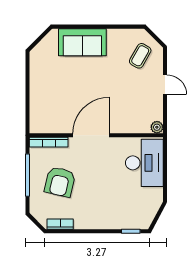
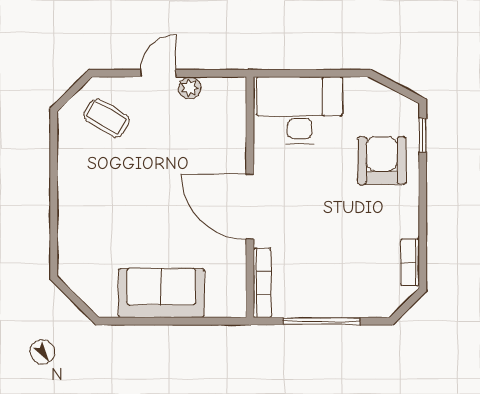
sofa: (82, 42) -> (161, 293), moved, turned -90
plant: (157, 127) -> (190, 88), moved
armchair: (60, 182) -> (382, 161), moved, turned -103

